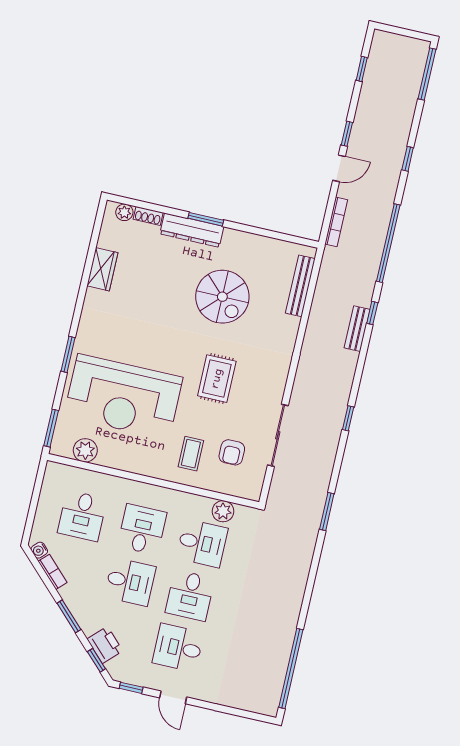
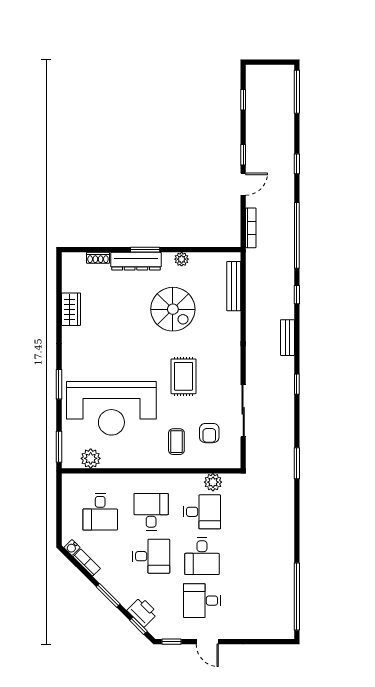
plant: (124, 212) -> (182, 259), moved
bench: (357, 329) -> (287, 338), moved

